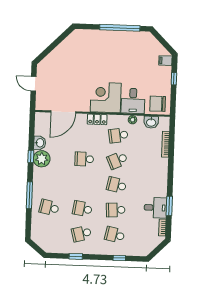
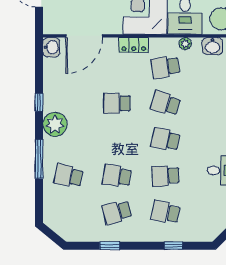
washbasin: (40, 143) -> (51, 47), moved
plant: (42, 159) -> (55, 124), moved
school desk: (117, 160) -> (165, 103), turned 42

